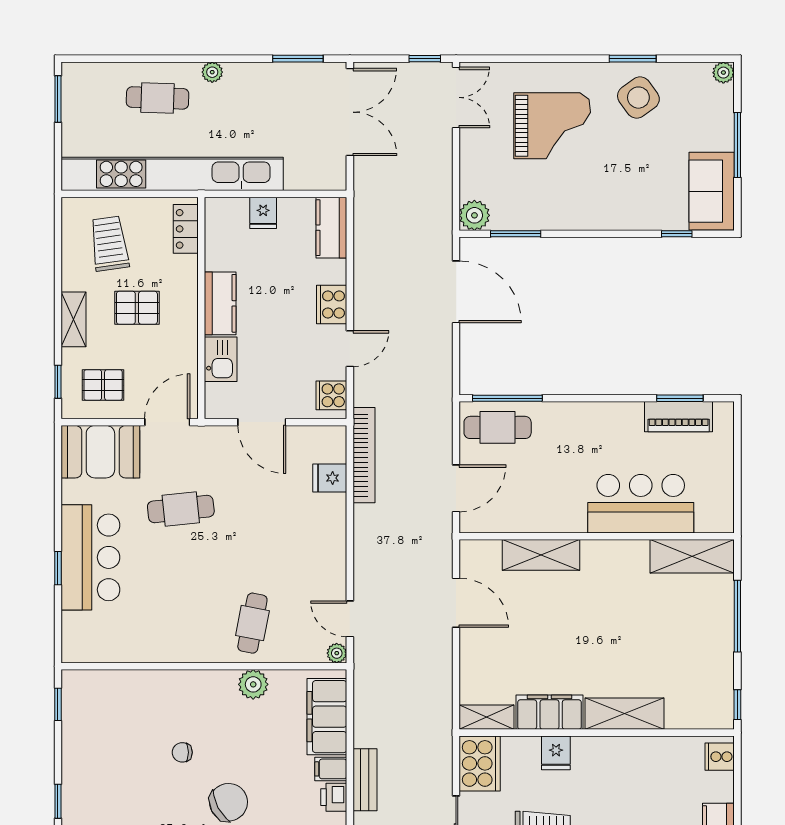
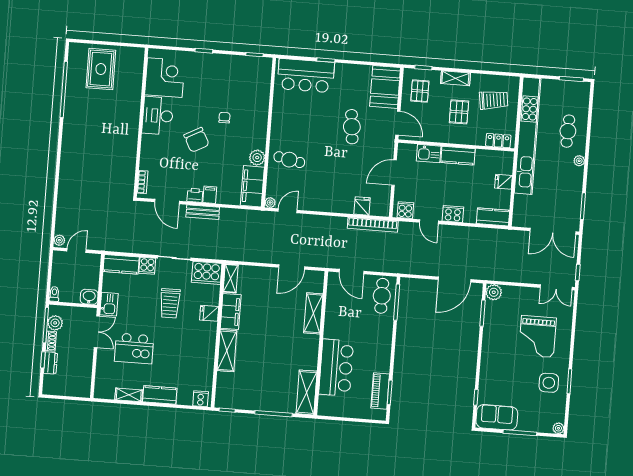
side table: (638, 98) -> (549, 383), turned 36
bar counter: (90, 557) -> (306, 76), moved
filing cabinet: (327, 717) -> (252, 186), moved, turned -90

